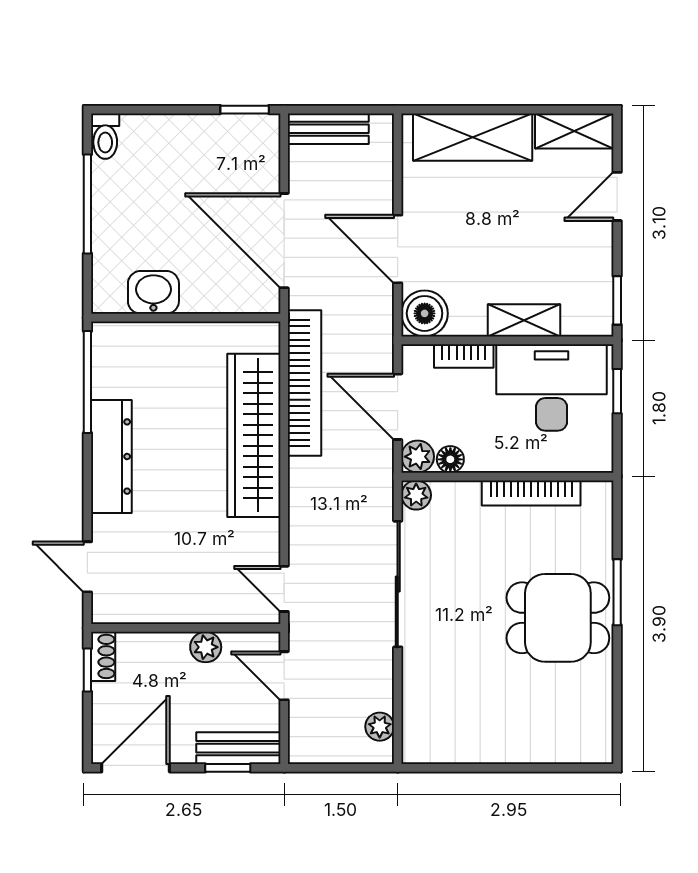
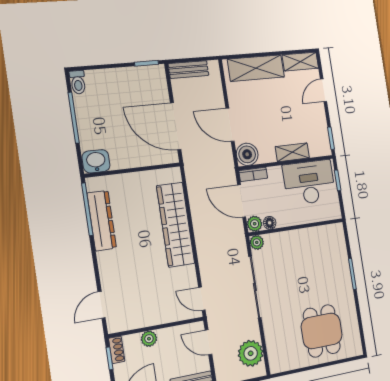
washbasin: (153, 292) -> (96, 161), moved
bookcase: (464, 356) -> (253, 174), moved
bookcase: (304, 383) -> (196, 195), removed
dresser: (111, 457) -> (102, 221), moved
bookcase: (531, 493) -> (308, 233), removed
door: (87, 567) -> (102, 305), hinge flipped
dining table: (558, 618) -> (322, 331), moved, turned 90
plant: (206, 647) -> (149, 339), moved
plant: (380, 727) -> (251, 353), width x1.87, depth x1.87

